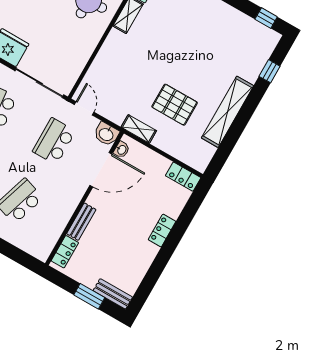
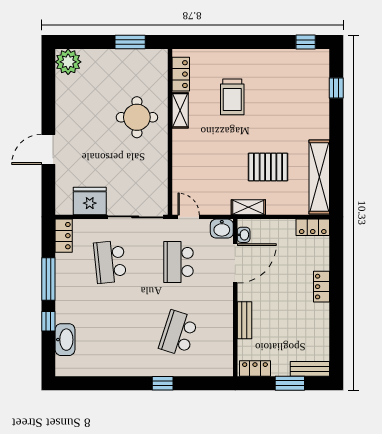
trolley: (178, 29) -> (232, 97), added
shelving: (227, 112) -> (319, 177), moved
locker: (65, 252) -> (255, 368), moved, turned -90

